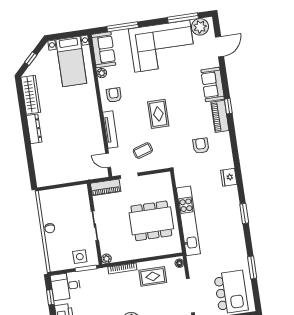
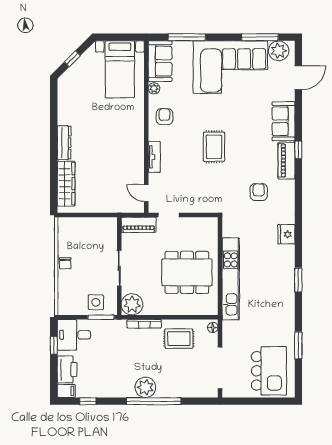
wardrobe: (31, 95) -> (66, 184), moved
tv unit: (110, 130) -> (154, 157), width x0.71
coffee table: (143, 151) -> (189, 187), removed
plant: (106, 259) -> (132, 304), width x1.88, depth x1.88

